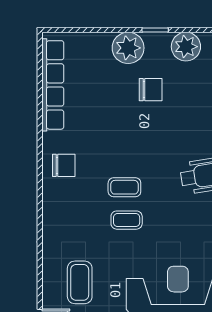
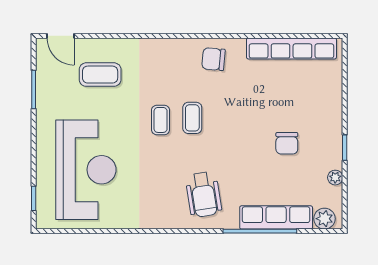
plant: (186, 47) -> (335, 178), width x0.53, depth x0.53
plant: (128, 48) -> (327, 121), removed
chair: (64, 165) -> (214, 59), turned 95

